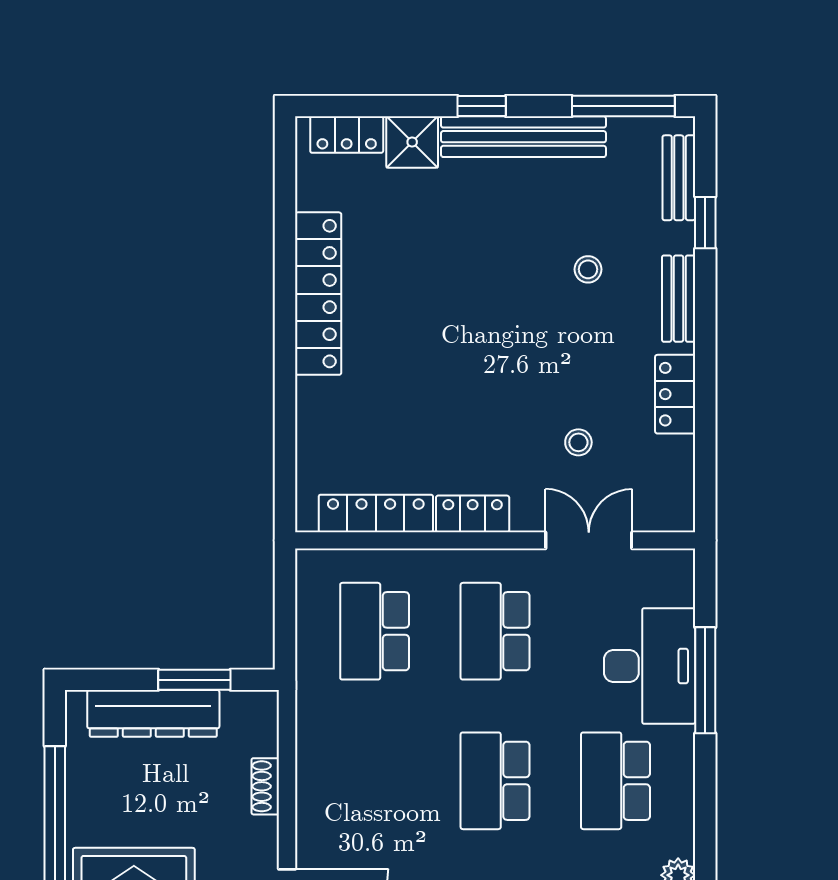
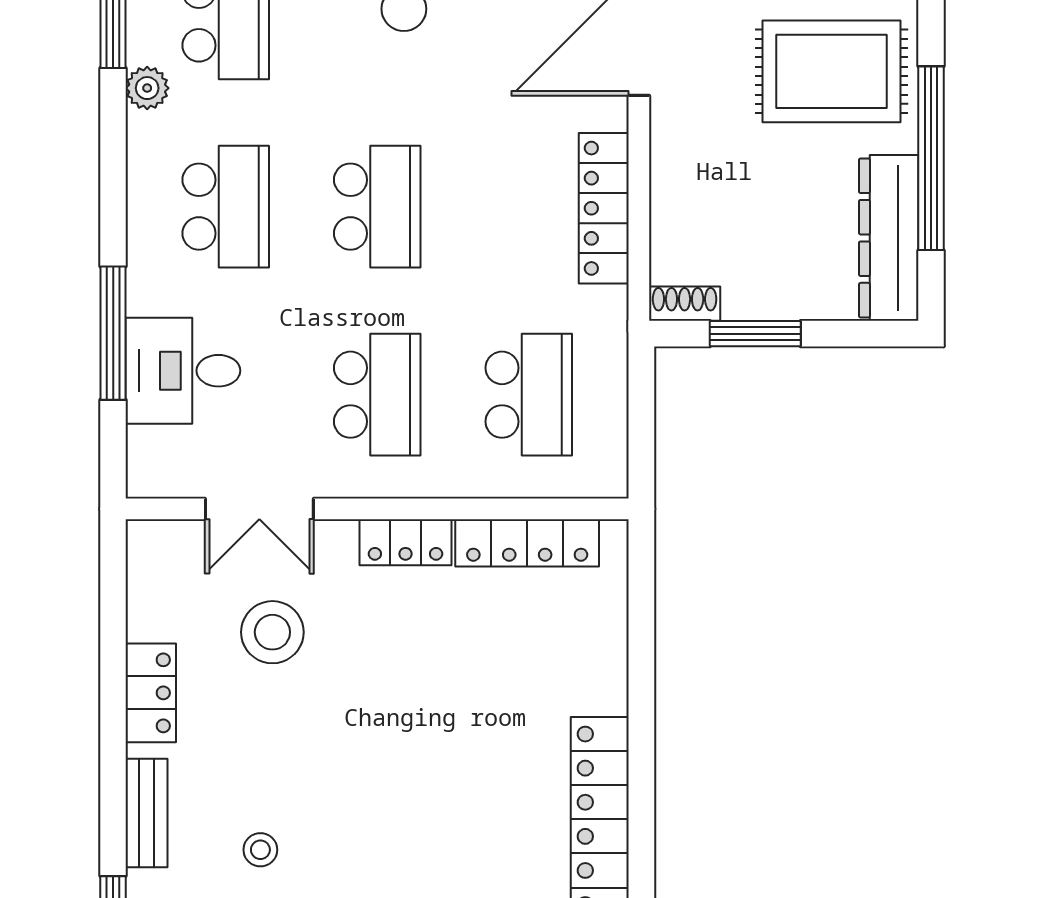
stool: (578, 442) -> (272, 632), width x1.89, depth x1.89
desk: (650, 666) -> (183, 371), width x0.73
dresser: (153, 713) -> (889, 238), moved, turned -90
locker: (315, 779) -> (604, 208), added
shoe rack: (265, 786) -> (685, 304), moved, turned -90

